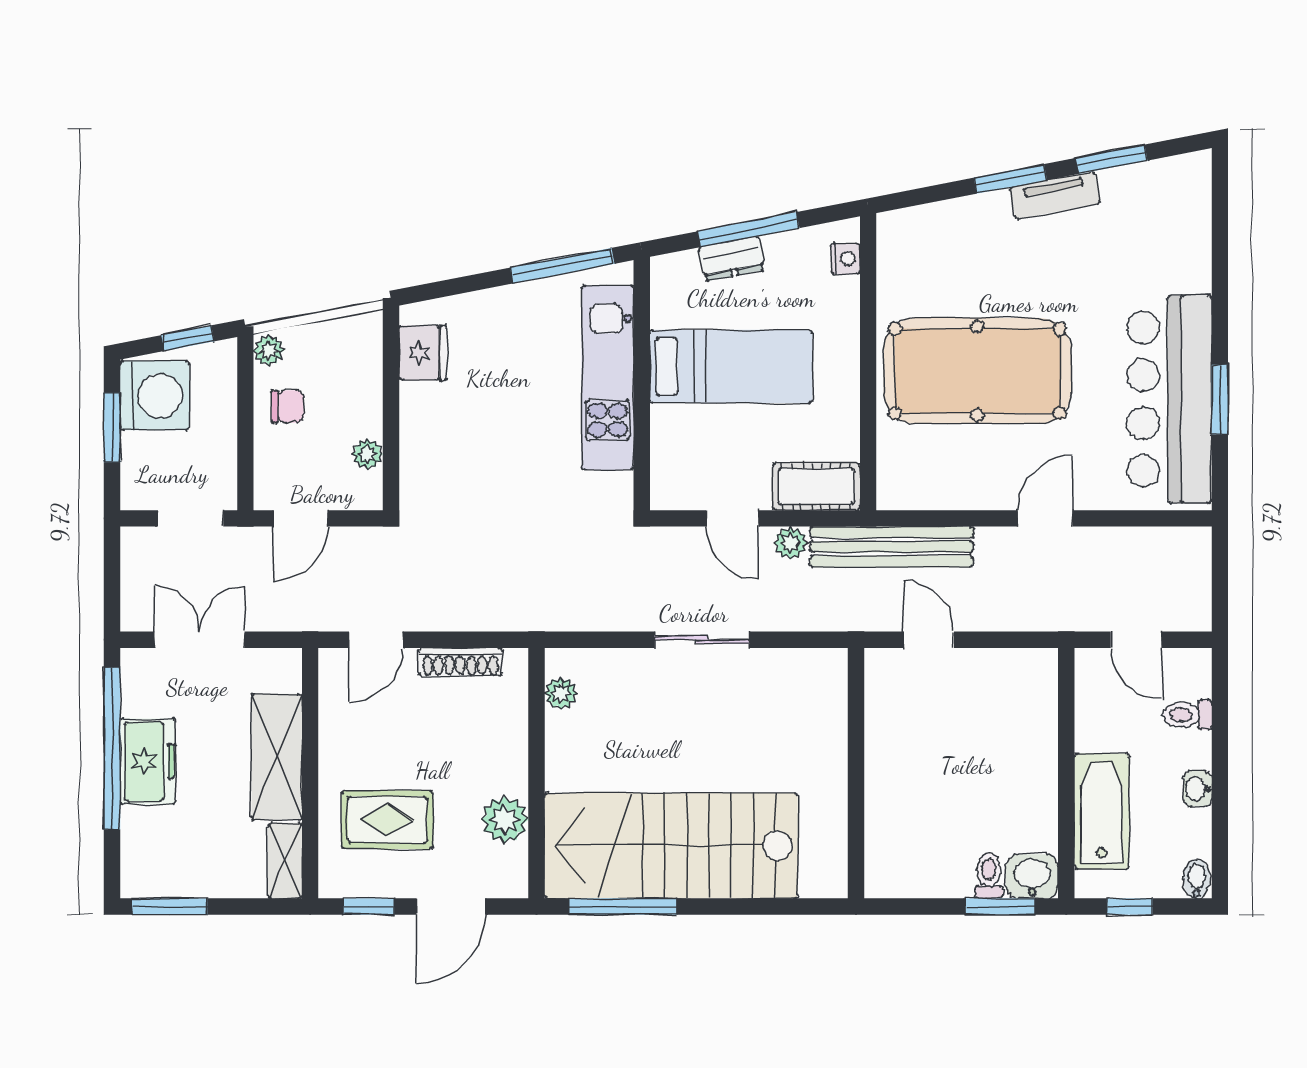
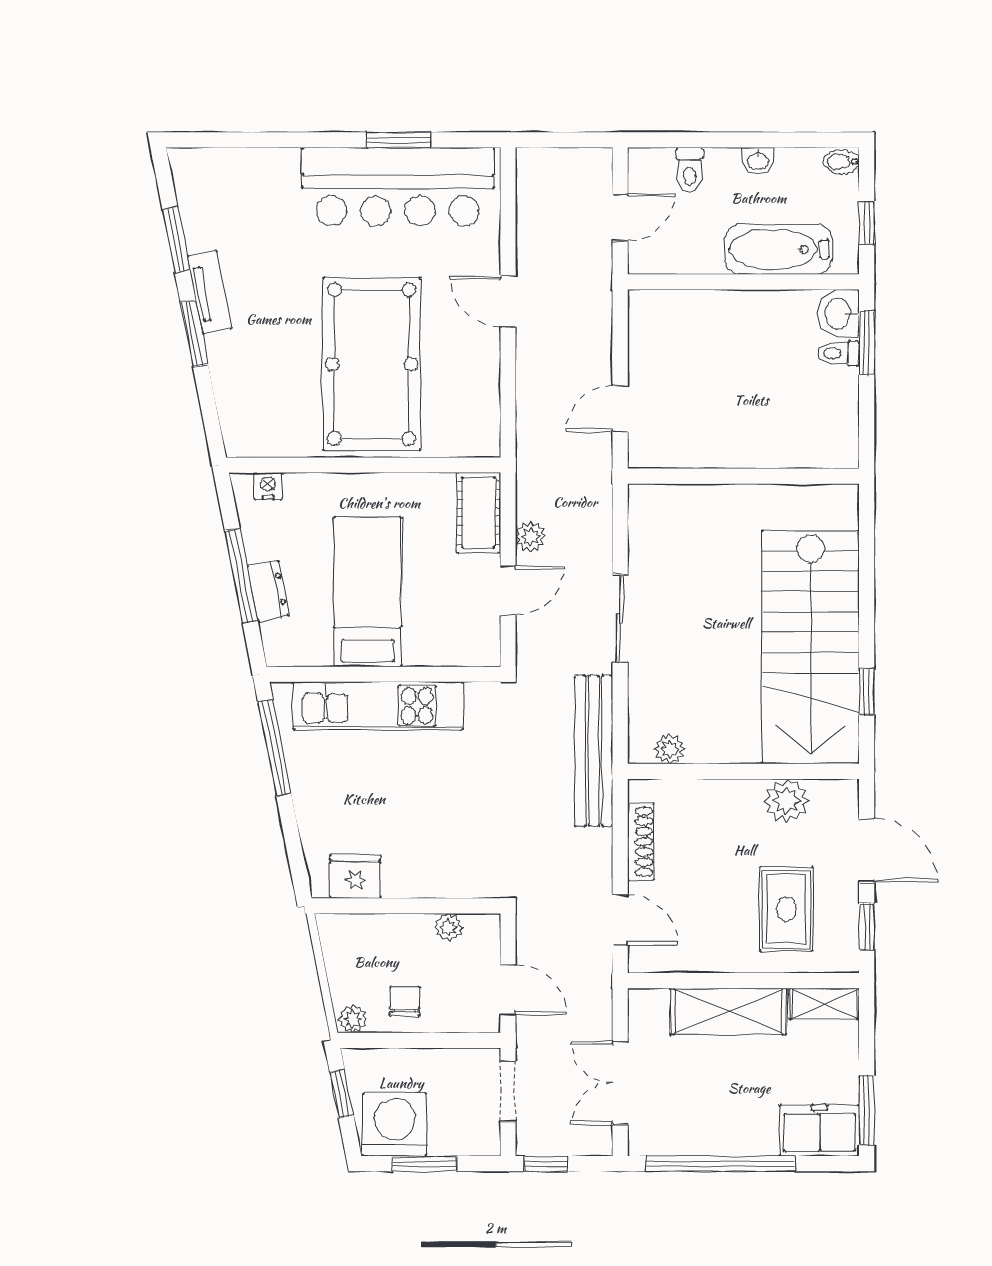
bench: (892, 547) -> (594, 751), moved
window: (112, 559) -> (546, 1164), added
freezer: (148, 761) -> (820, 1130), moved
window: (623, 907) -> (867, 692), width x0.46

